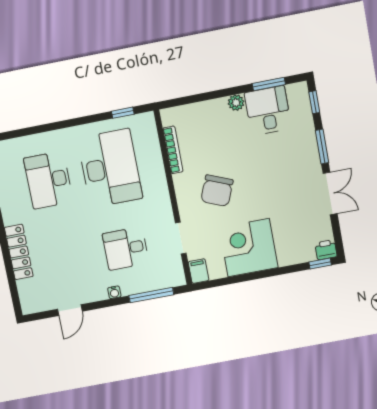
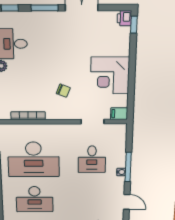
desk: (110, 168) -> (34, 159), turned 180
chair: (217, 191) -> (63, 91), width x0.54, depth x0.54
window: (151, 295) -> (128, 167), moved

